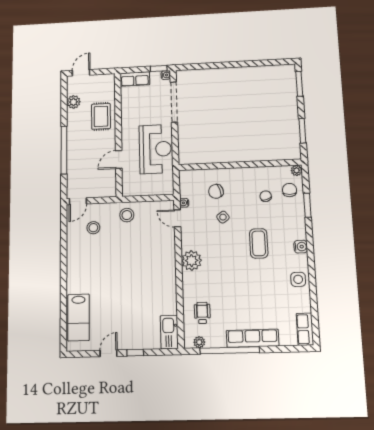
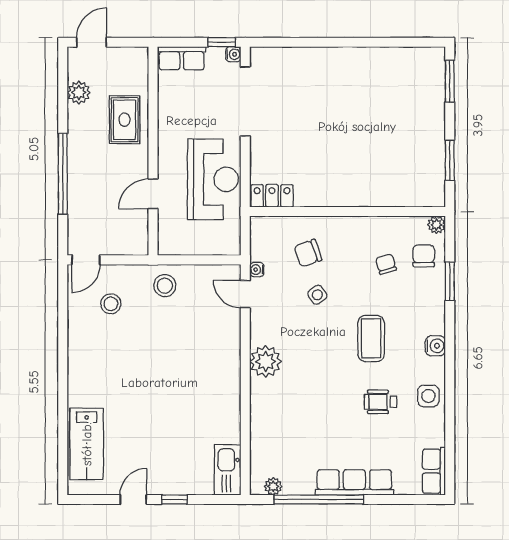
locker: (192, 157) -> (272, 196), added
wheelchair: (202, 313) -> (380, 402), moved, turned -90

